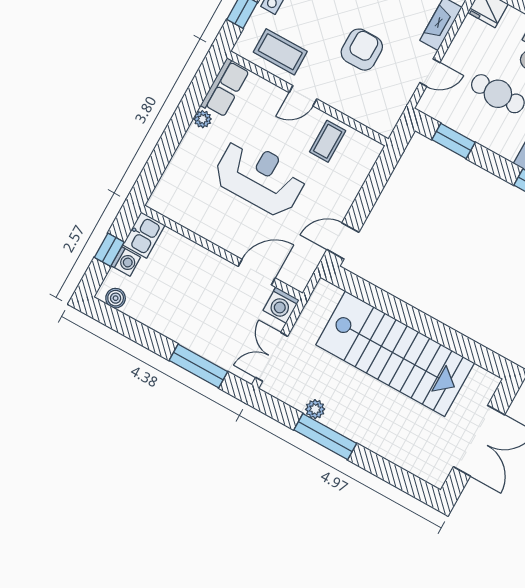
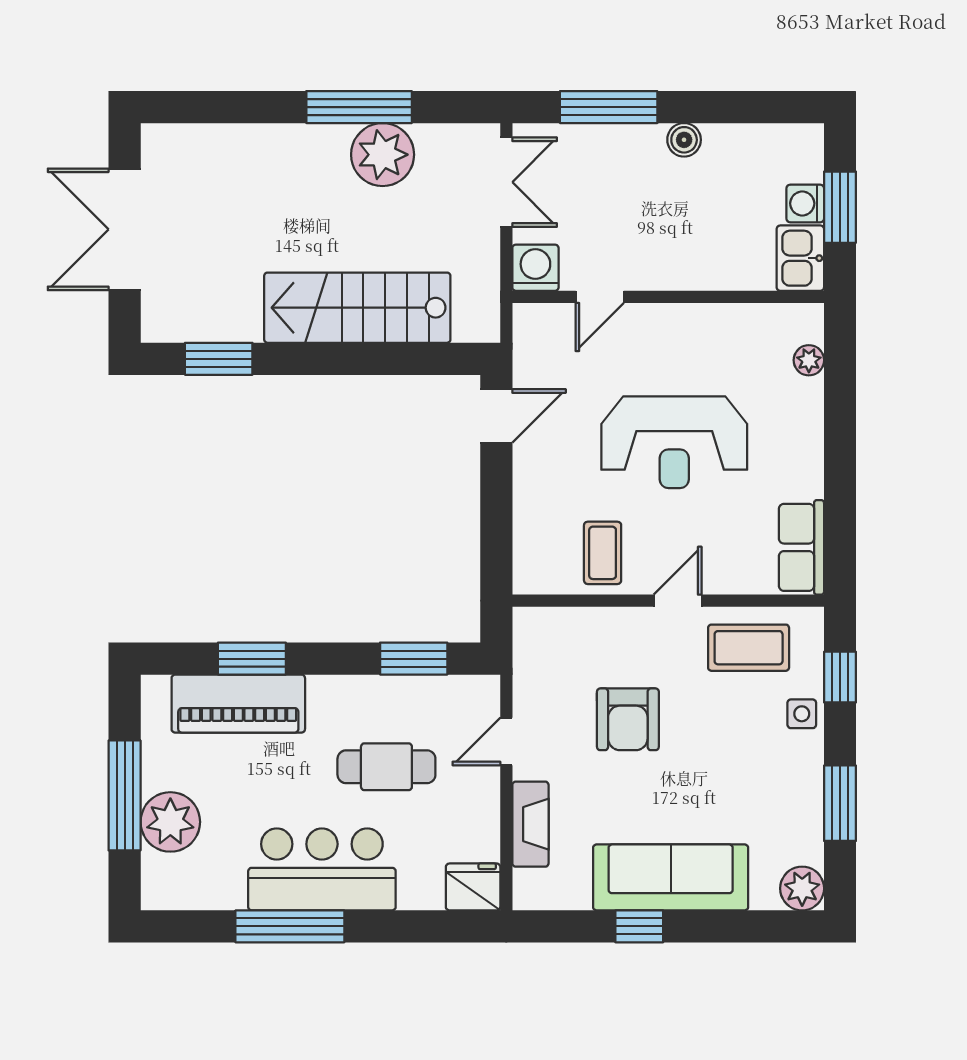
plant: (203, 119) -> (809, 360), moved
window: (109, 250) -> (840, 207), width x1.50
door: (257, 272) -> (600, 297), width x0.73
boiler: (116, 298) -> (684, 140), moved
window: (468, 348) -> (219, 359), added
stairs: (395, 354) -> (357, 308), width x0.73, depth x0.66
plant: (315, 409) -> (383, 155), width x1.88, depth x1.88

